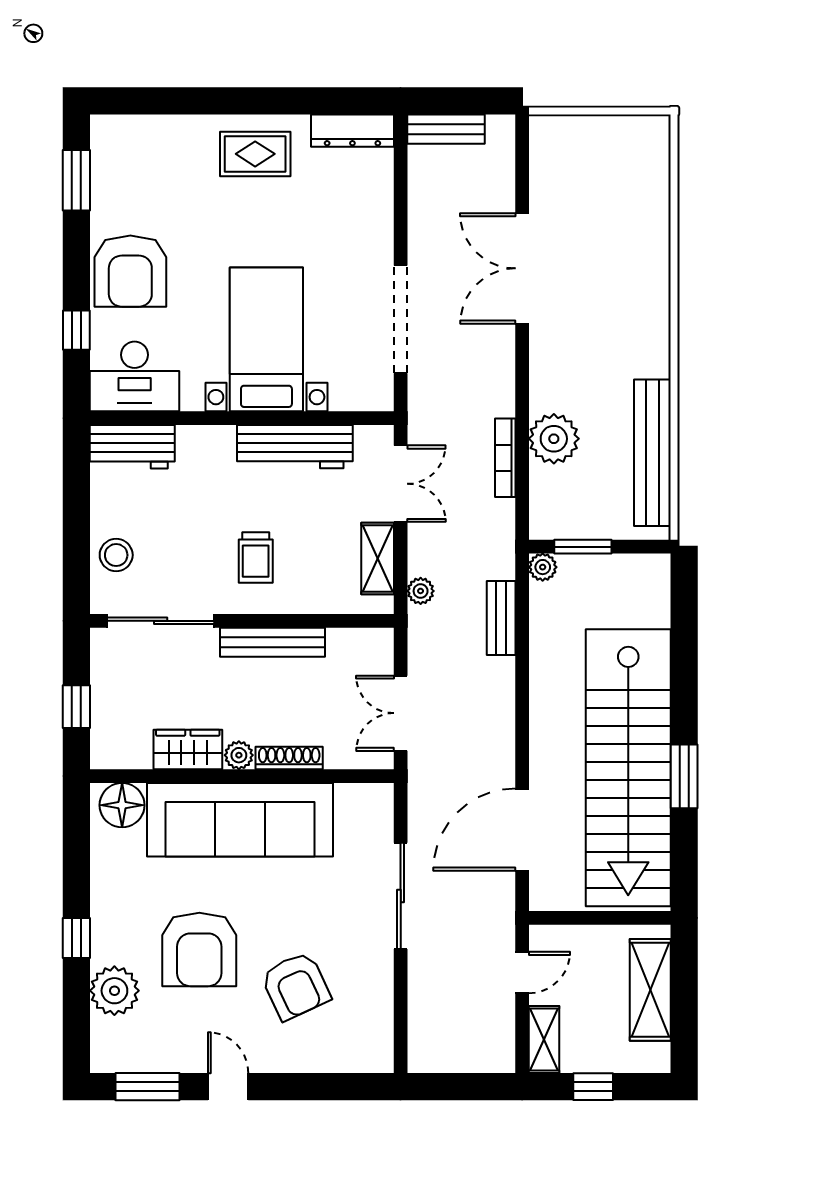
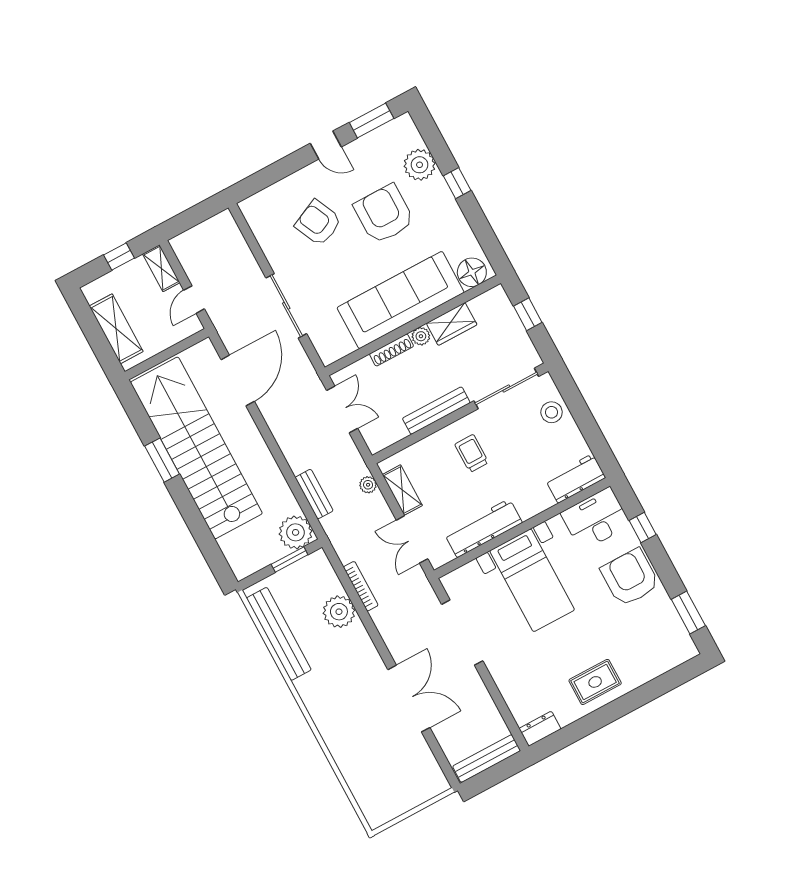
bench: (446, 129) -> (487, 759), width x1.36
dresser: (352, 131) -> (540, 729), width x0.70
plant: (543, 567) -> (296, 532), width x1.87, depth x1.87

